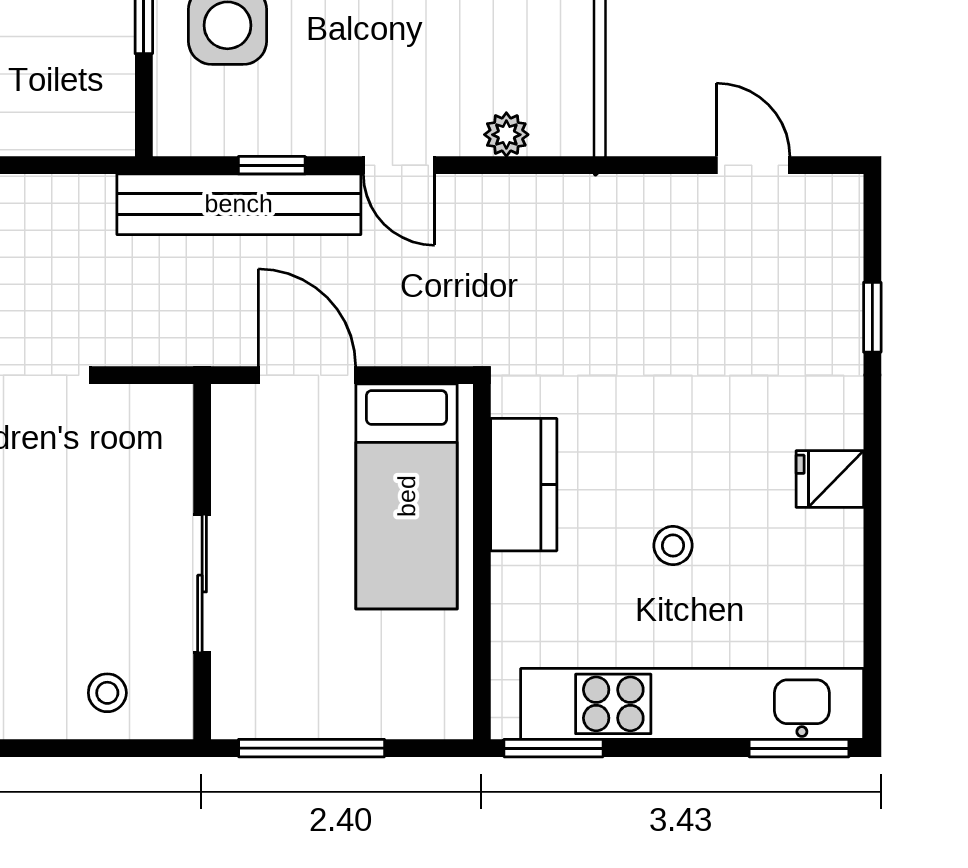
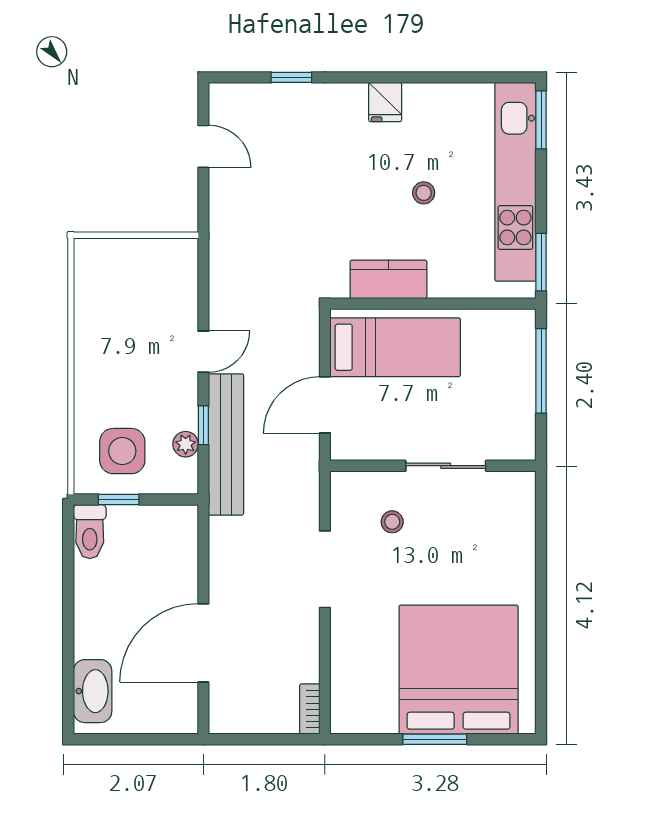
plant: (506, 135) -> (186, 444), moved
door: (753, 165) -> (203, 146), swing flipped
stool: (107, 693) -> (392, 522), moved
window: (312, 748) -> (541, 371), moved

